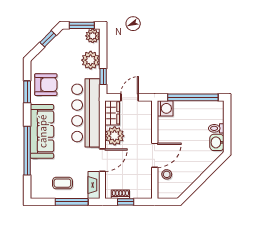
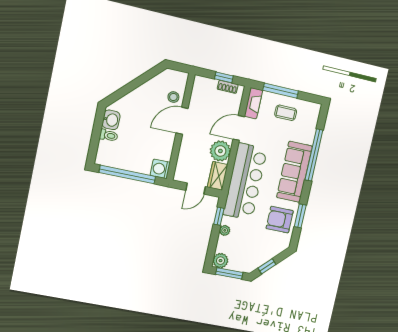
plant: (91, 60) -> (225, 230), width x0.53, depth x0.53

